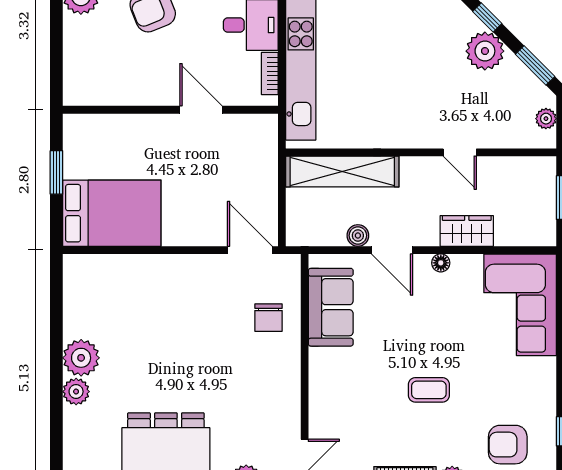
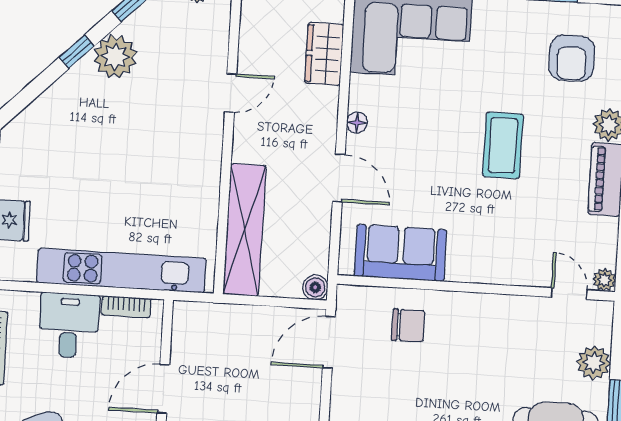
wardrobe: (467, 231) -> (324, 54), moved
boiler: (358, 235) -> (315, 287), moved
door: (392, 250) -> (339, 178), hinge flipped
coffee table: (429, 390) -> (503, 145), width x1.36, depth x1.30

